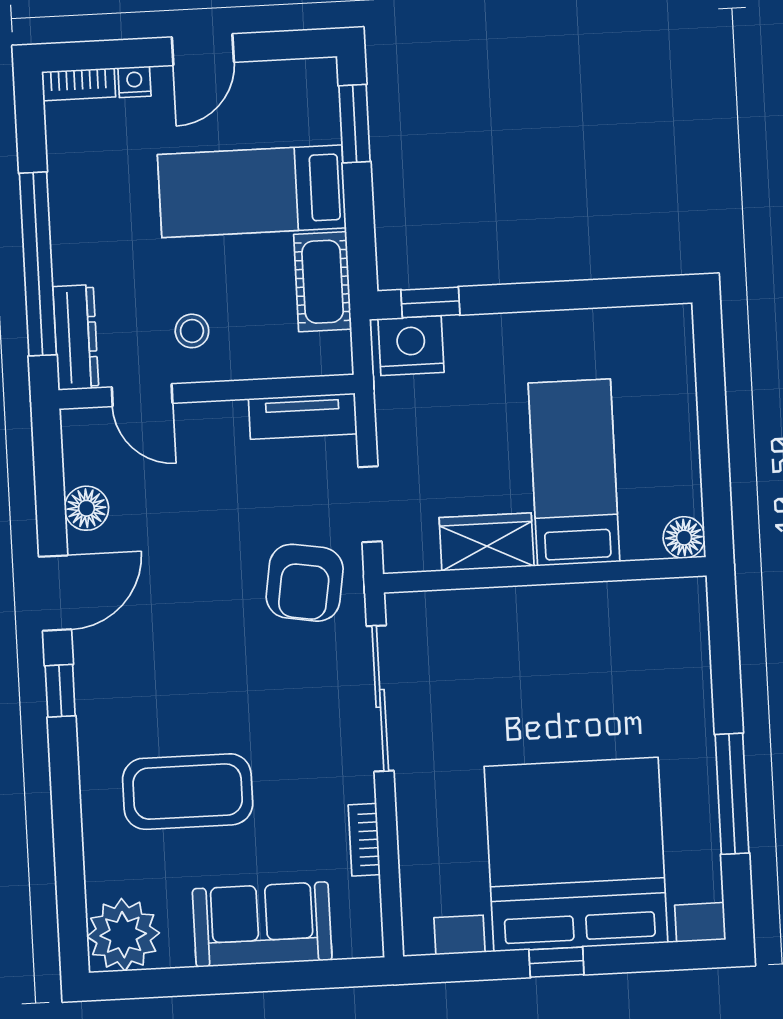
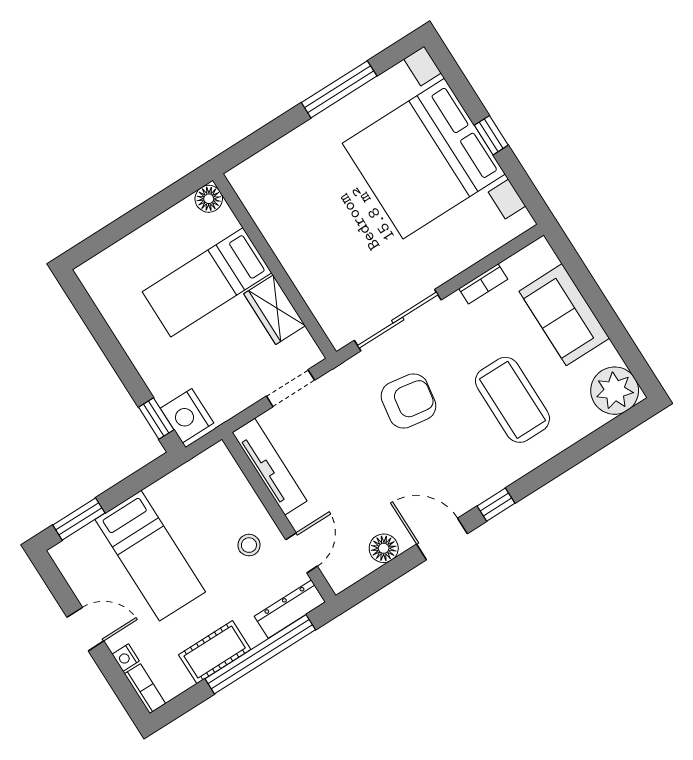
cot: (323, 282) -> (215, 652), moved
tv unit: (303, 416) -> (270, 467), width x1.41
armchair: (305, 583) -> (408, 401), moved

